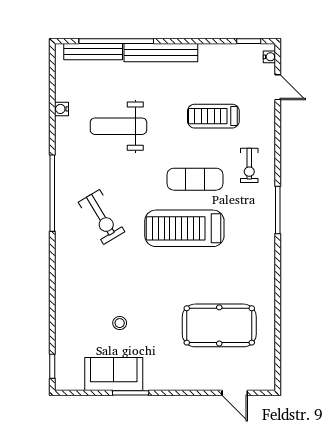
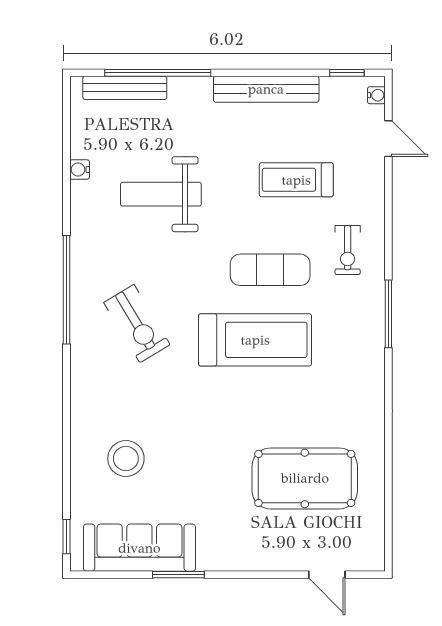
bench: (161, 53) -> (266, 89), moved
treadmill: (184, 228) -> (255, 340), turned 180
stool: (120, 323) -> (126, 459), moved, width x1.89, depth x1.89
sofa: (114, 374) -> (139, 548), width x1.36

